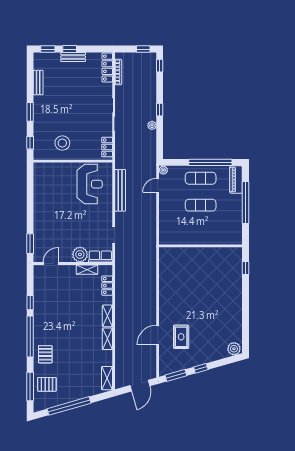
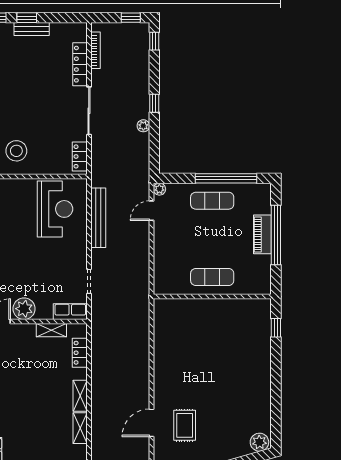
locker: (107, 68) -> (80, 64), moved
piano: (236, 180) -> (262, 234), moved
exercise mat: (201, 205) -> (212, 277), moved
plant: (80, 254) -> (24, 309), moved

